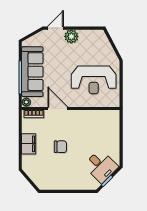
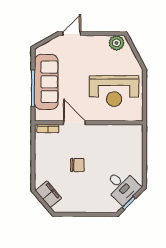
plant: (71, 36) -> (116, 43), moved
plant: (26, 102) -> (40, 116), removed
filing cabinet: (29, 144) -> (48, 194), moved, turned -41

